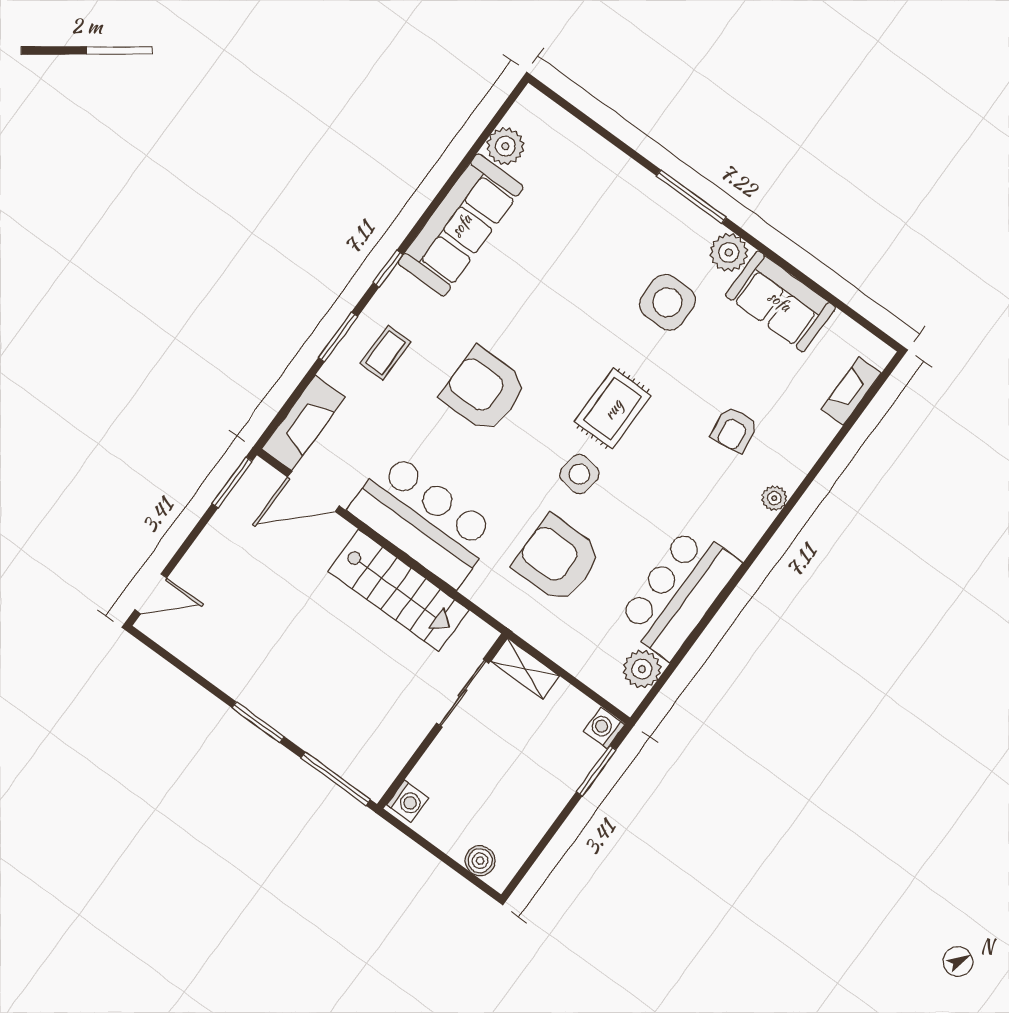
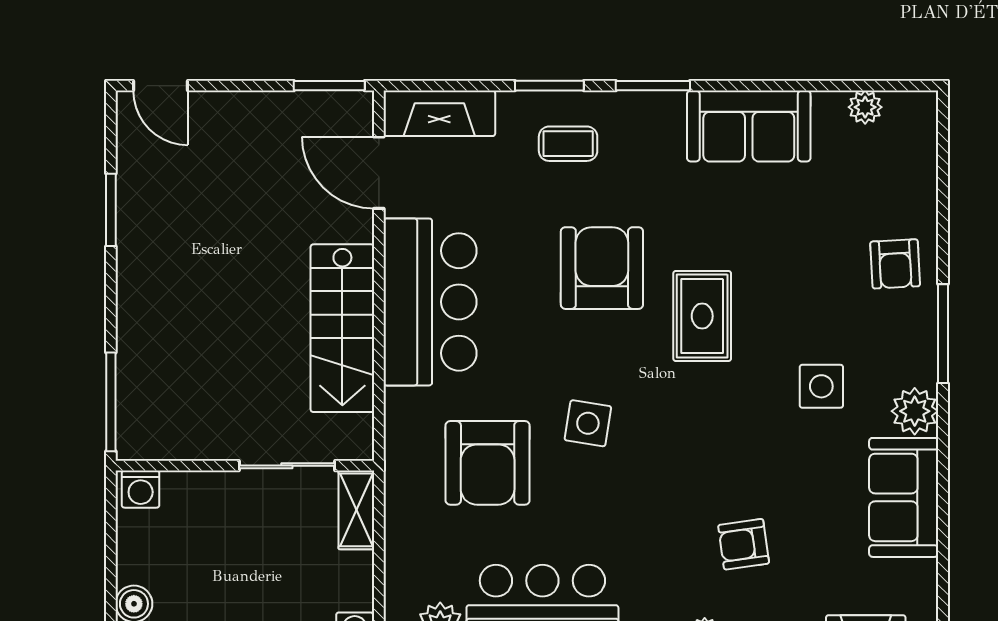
plant: (505, 146) -> (865, 107), width x0.73, depth x0.73
armchair: (622, 195) -> (895, 264), added
sofa: (461, 225) -> (749, 126), width x0.73
window: (388, 269) -> (653, 86), width x1.50
side table: (667, 302) -> (821, 386), width x0.73, depth x0.73
rug: (613, 409) -> (702, 316), moved, turned 90
armchair: (557, 559) -> (488, 463), turned 180
window: (258, 722) -> (111, 210), moved

